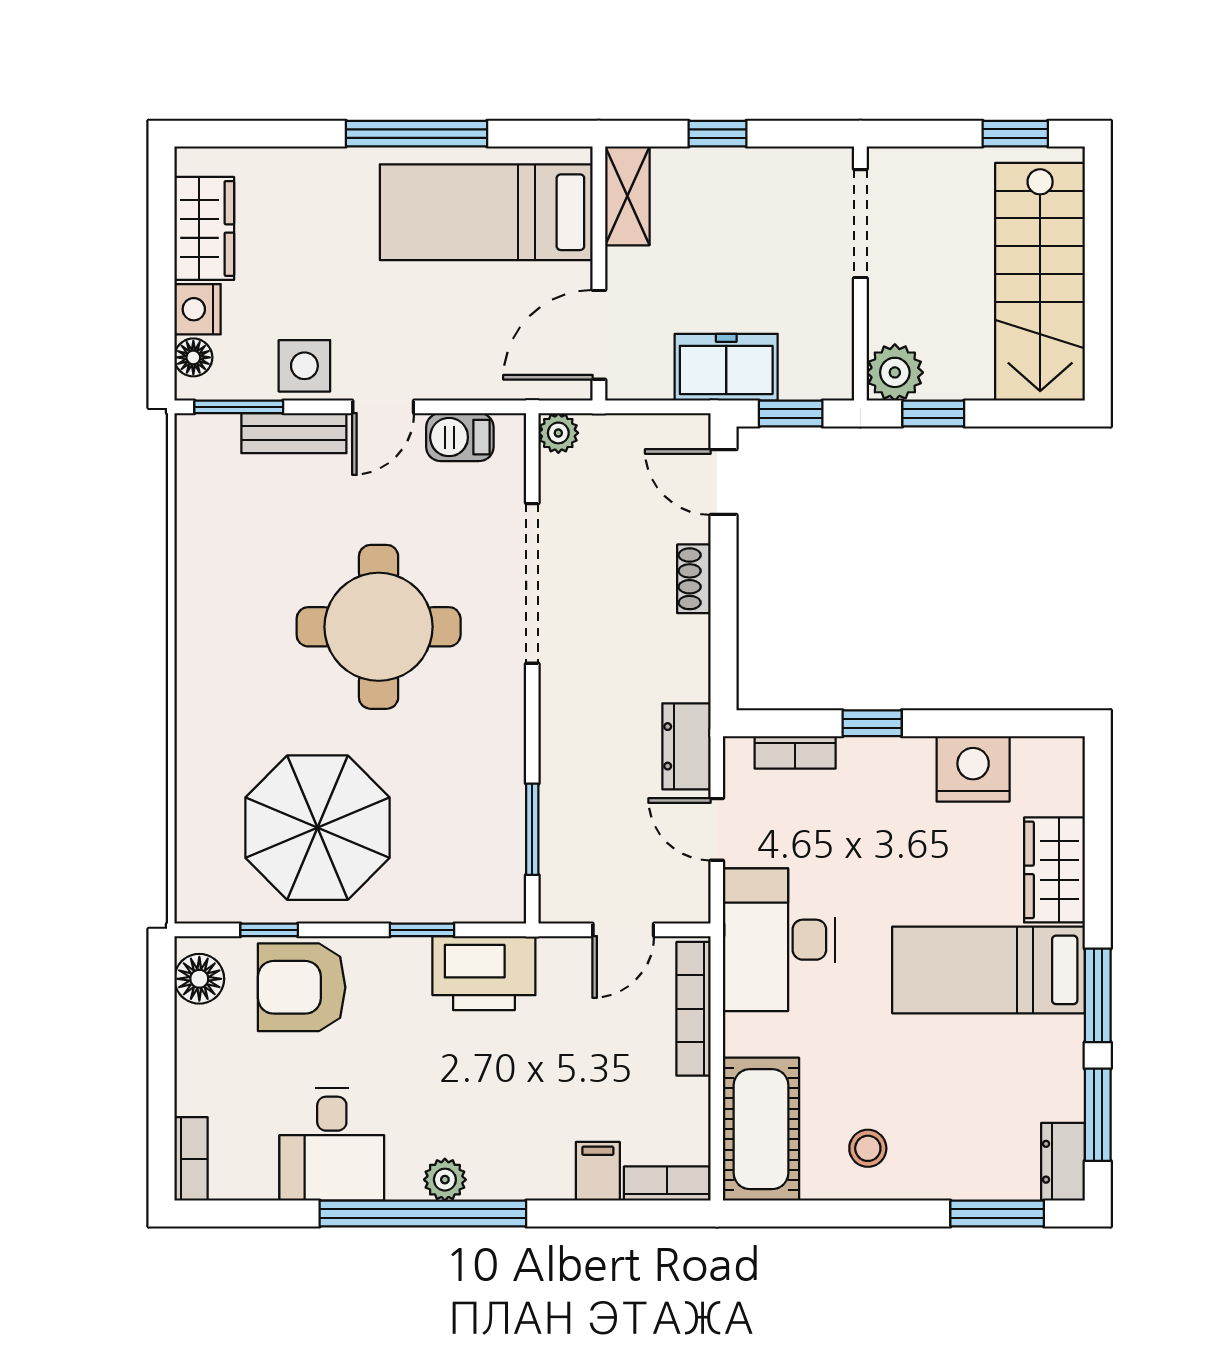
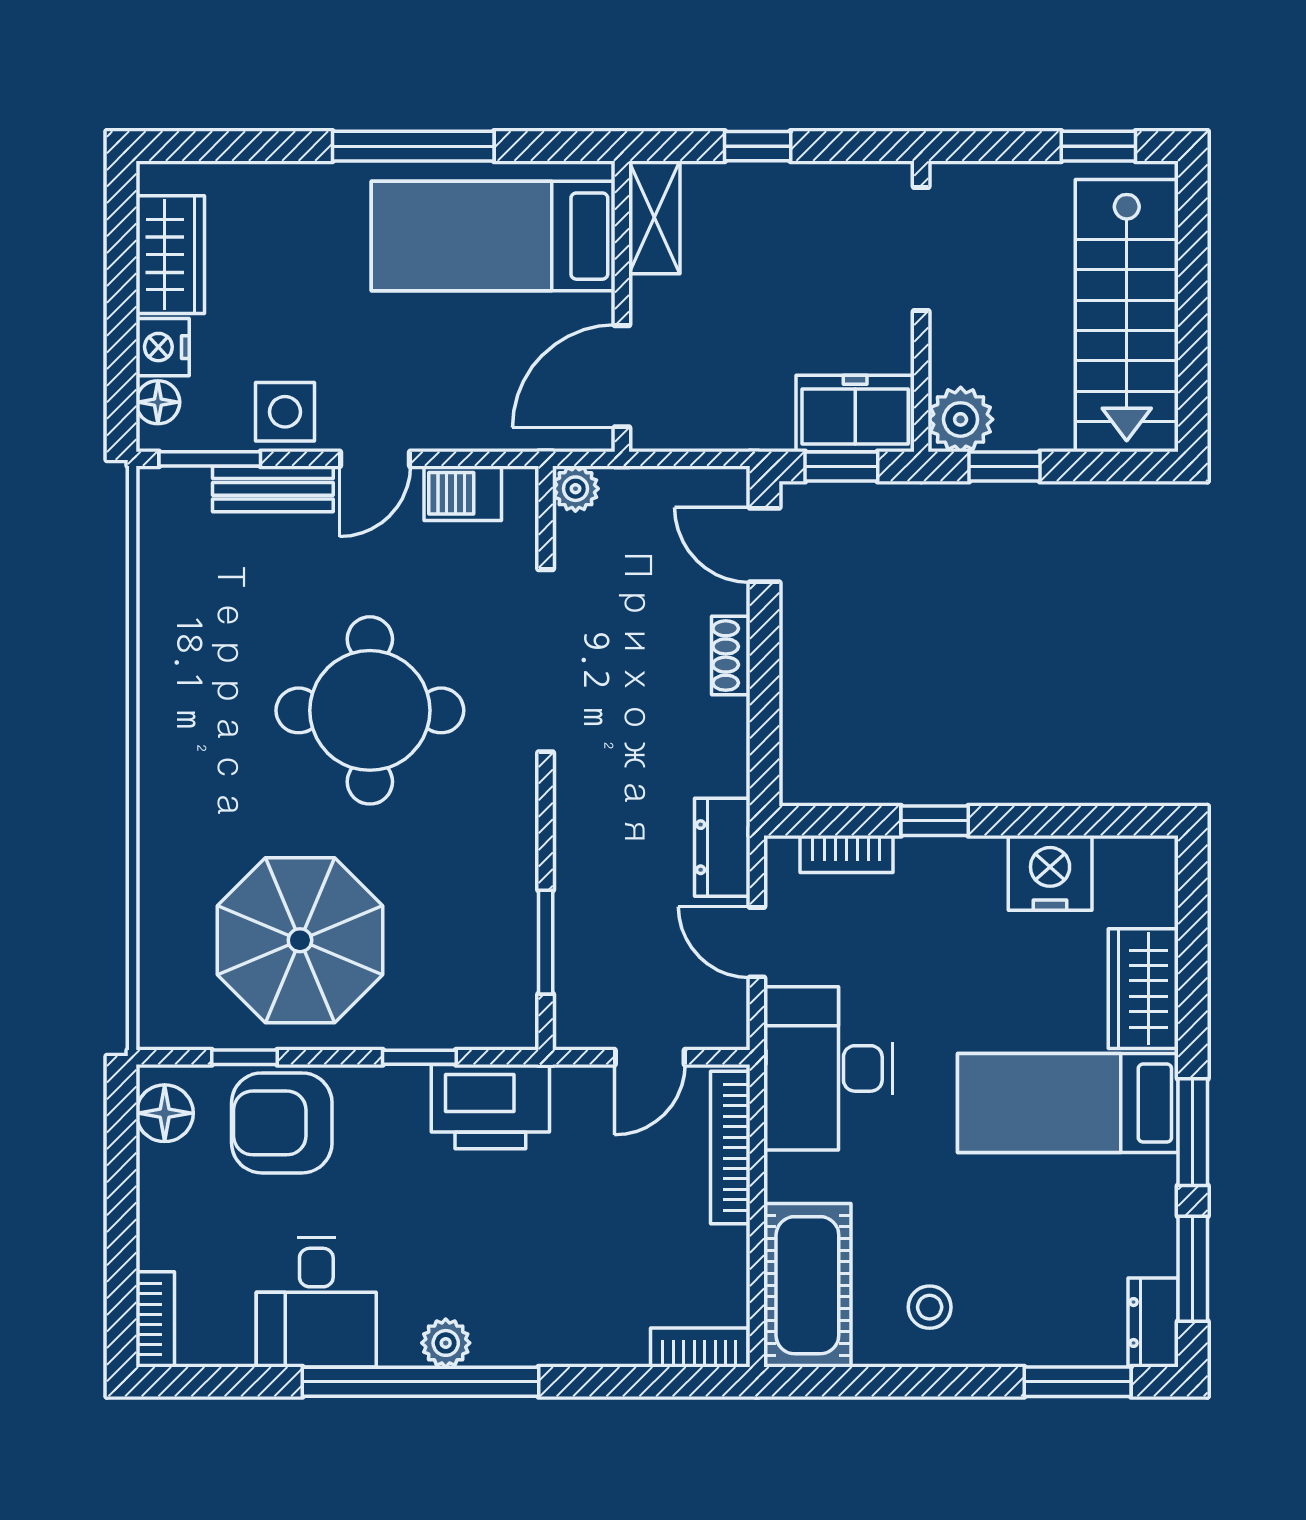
freezer: (726, 367) -> (855, 413), moved
filing cabinet: (598, 1171) -> (621, 1333), removed

